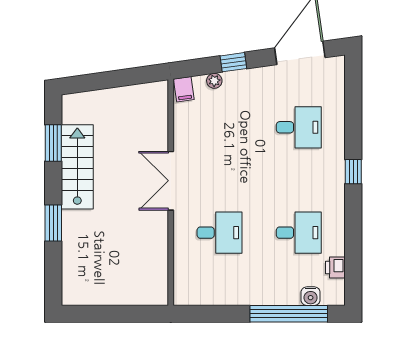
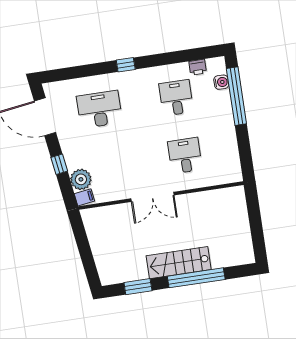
plant: (214, 81) -> (81, 179), width x1.87, depth x1.87
desk: (299, 127) -> (99, 109), width x1.37
stairs: (77, 167) -> (179, 263), moved
window: (53, 223) -> (196, 278), width x2.11

